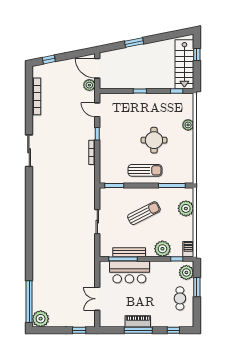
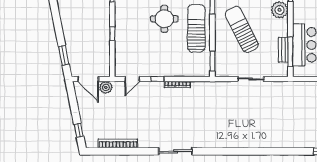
window: (134, 43) -> (64, 55), moved
door: (97, 68) -> (88, 79), hinge flipped
sun lounger: (145, 170) -> (196, 28), width x1.36, depth x1.34
sun lounger: (144, 213) -> (242, 29), width x1.36, depth x1.34
bench: (129, 252) -> (283, 50), width x0.73

